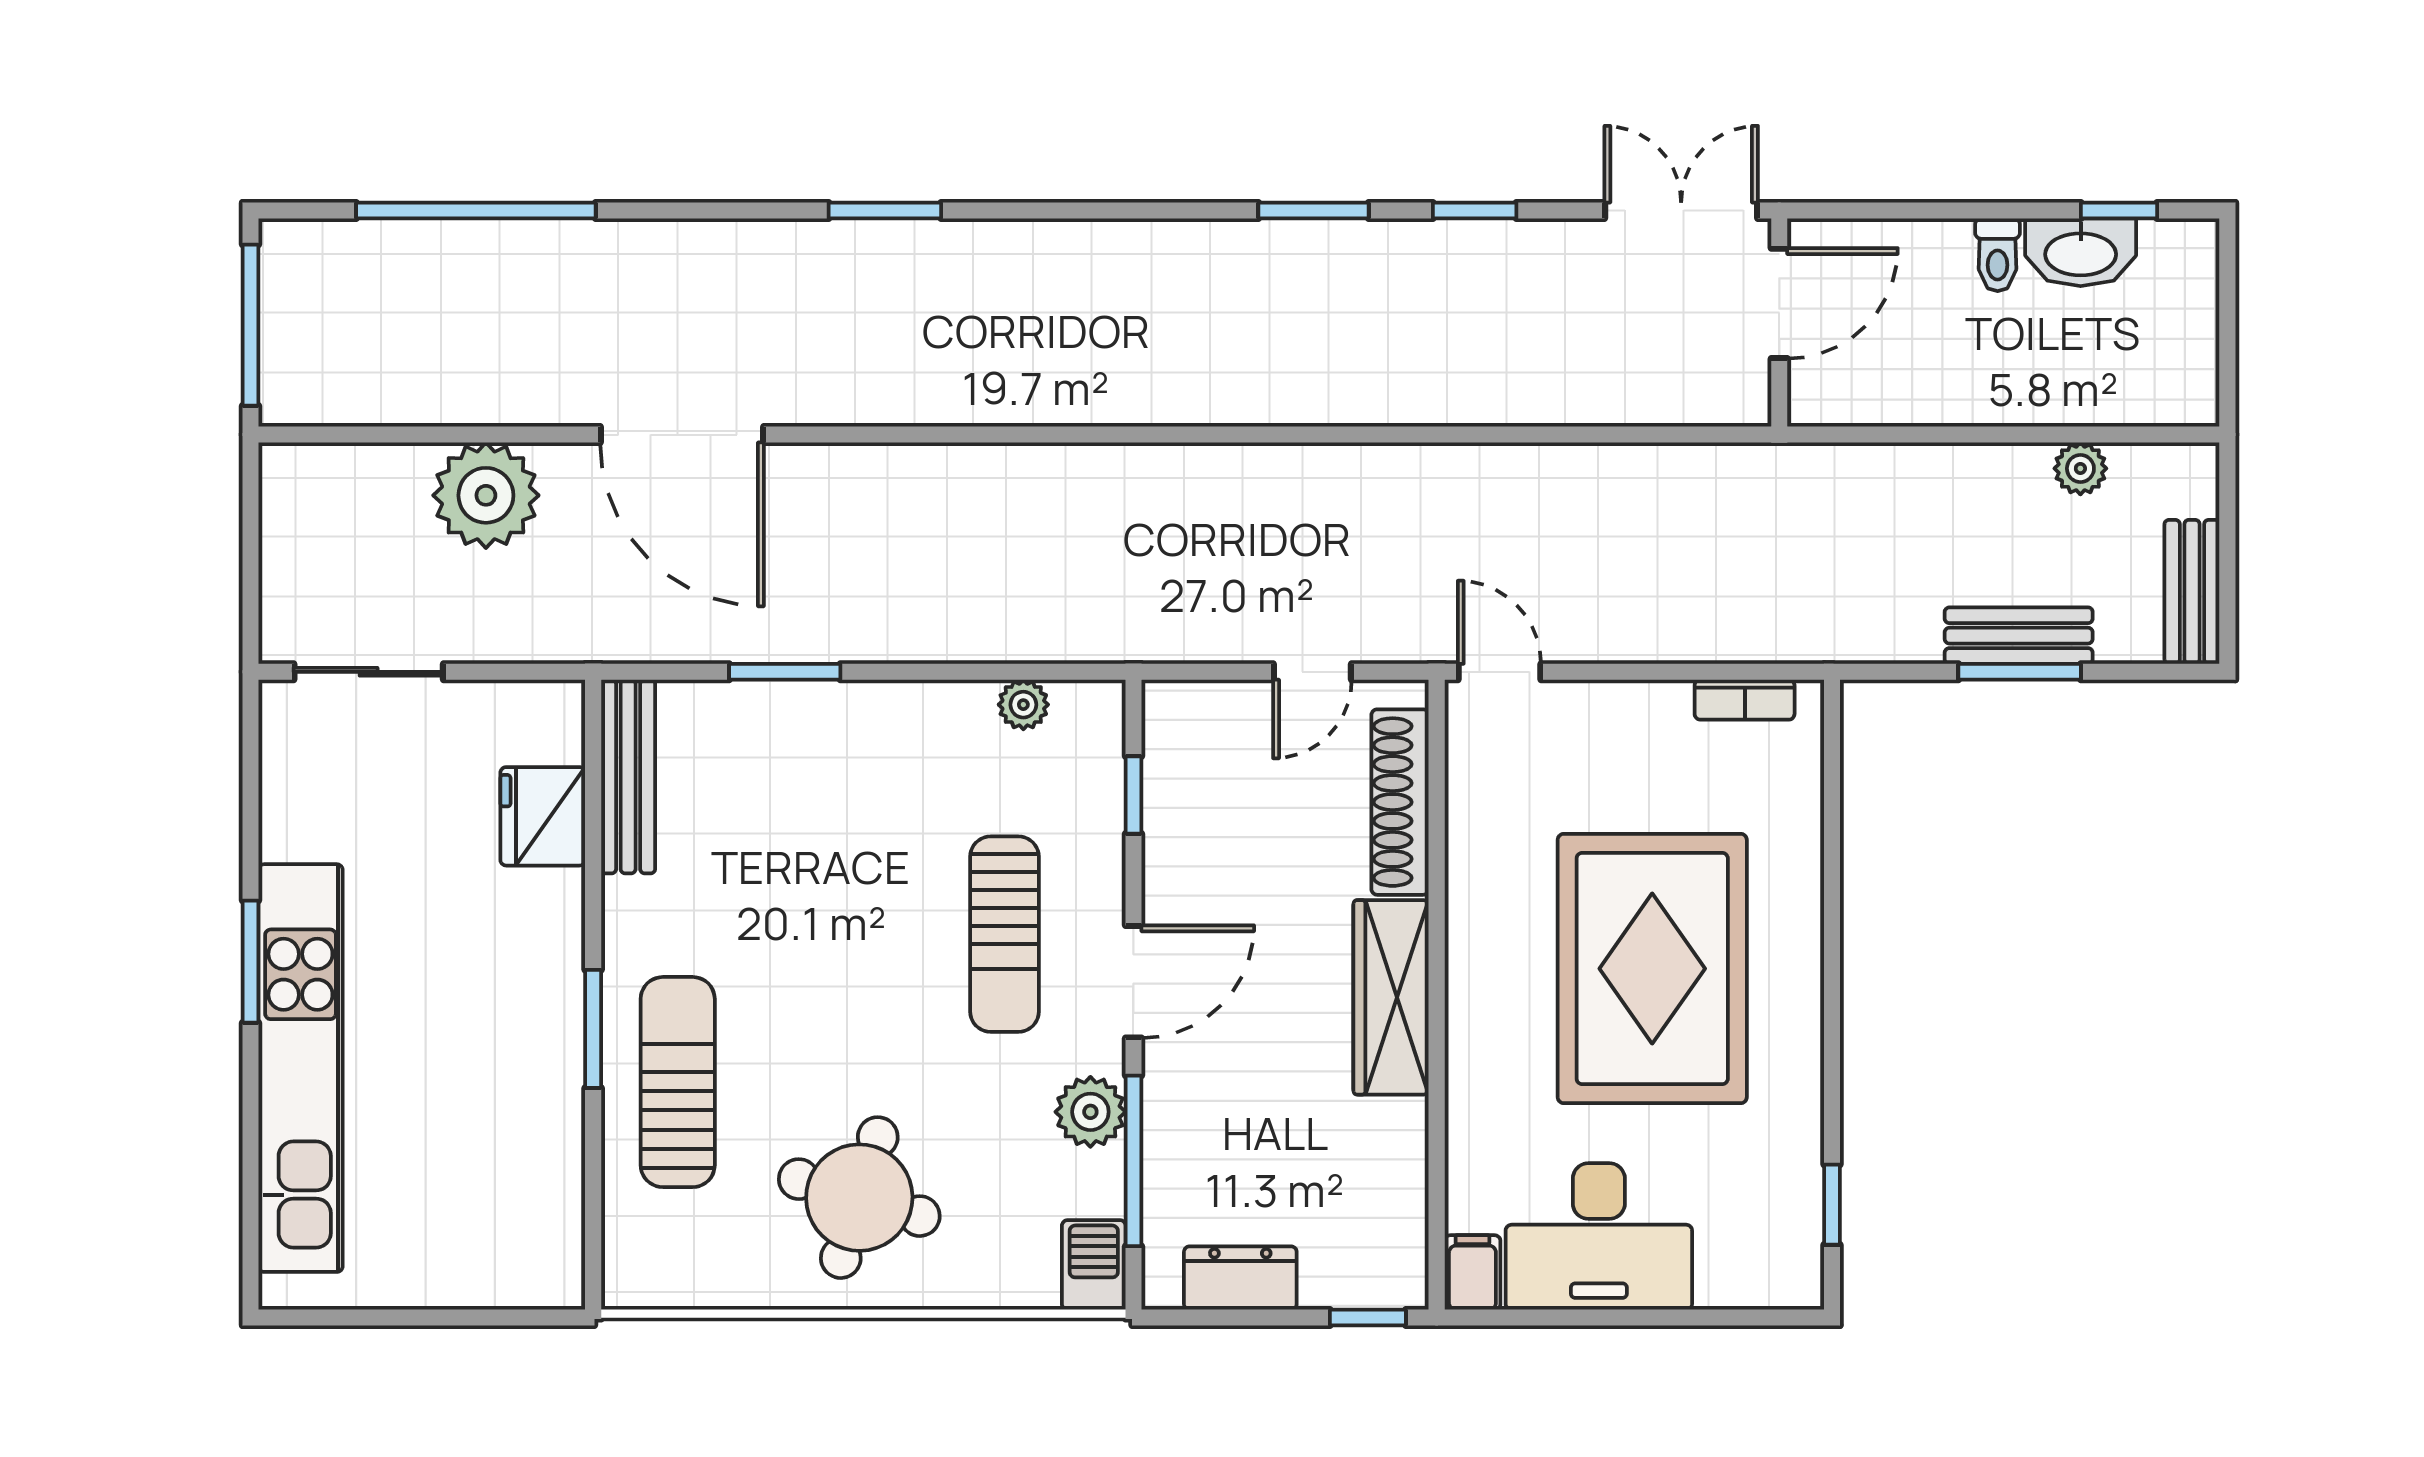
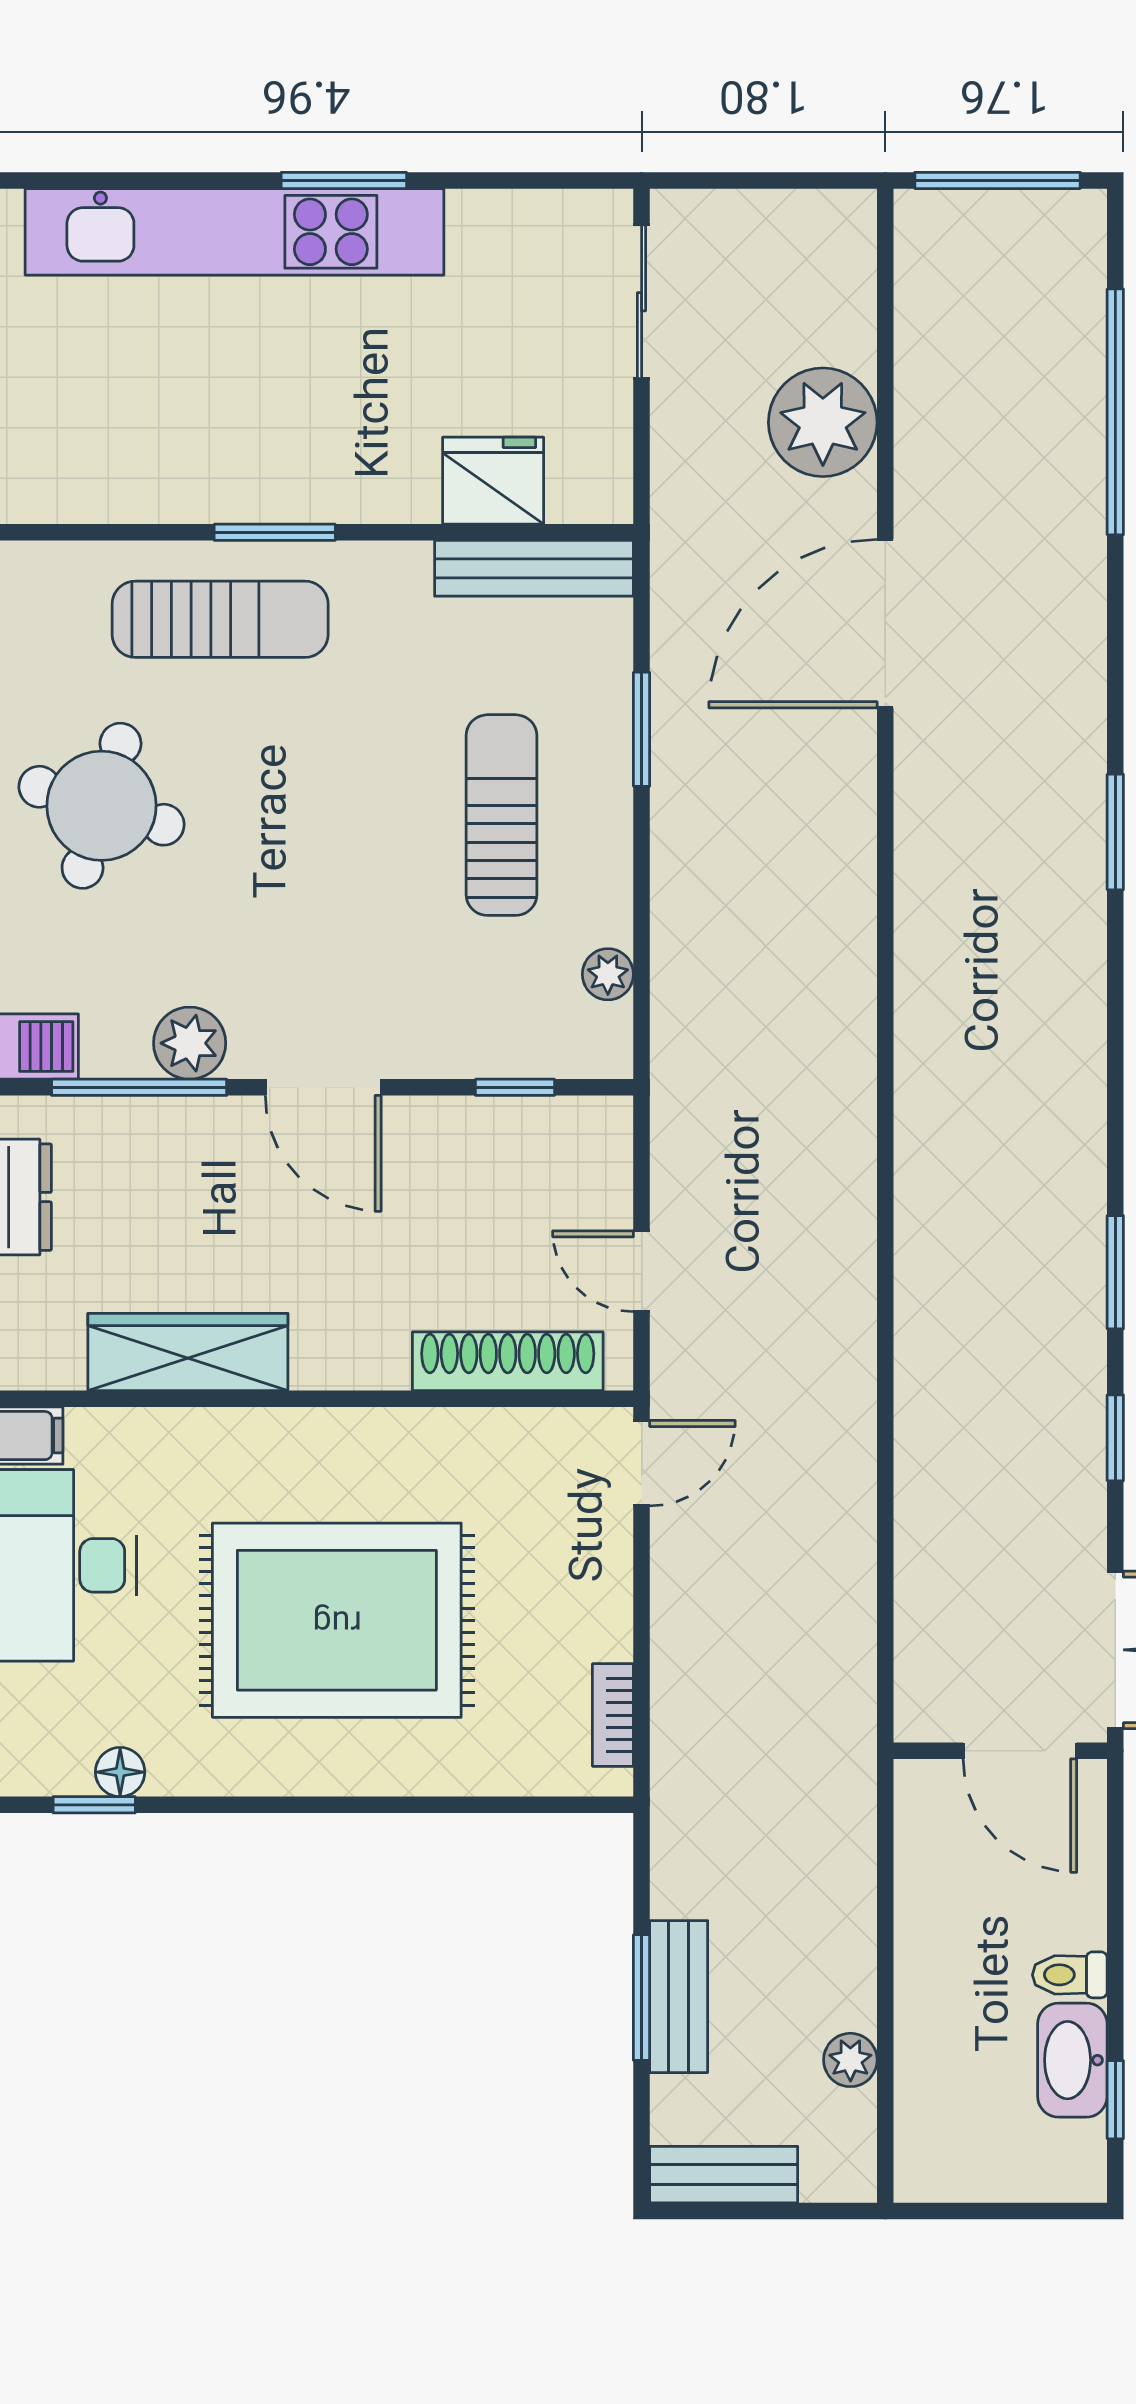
sun lounger: (1004, 934) -> (502, 815), moved, turned 90
wardrobe: (1391, 997) -> (188, 1352), moved
floor lamp: (1800, 1179) -> (120, 1772), added

